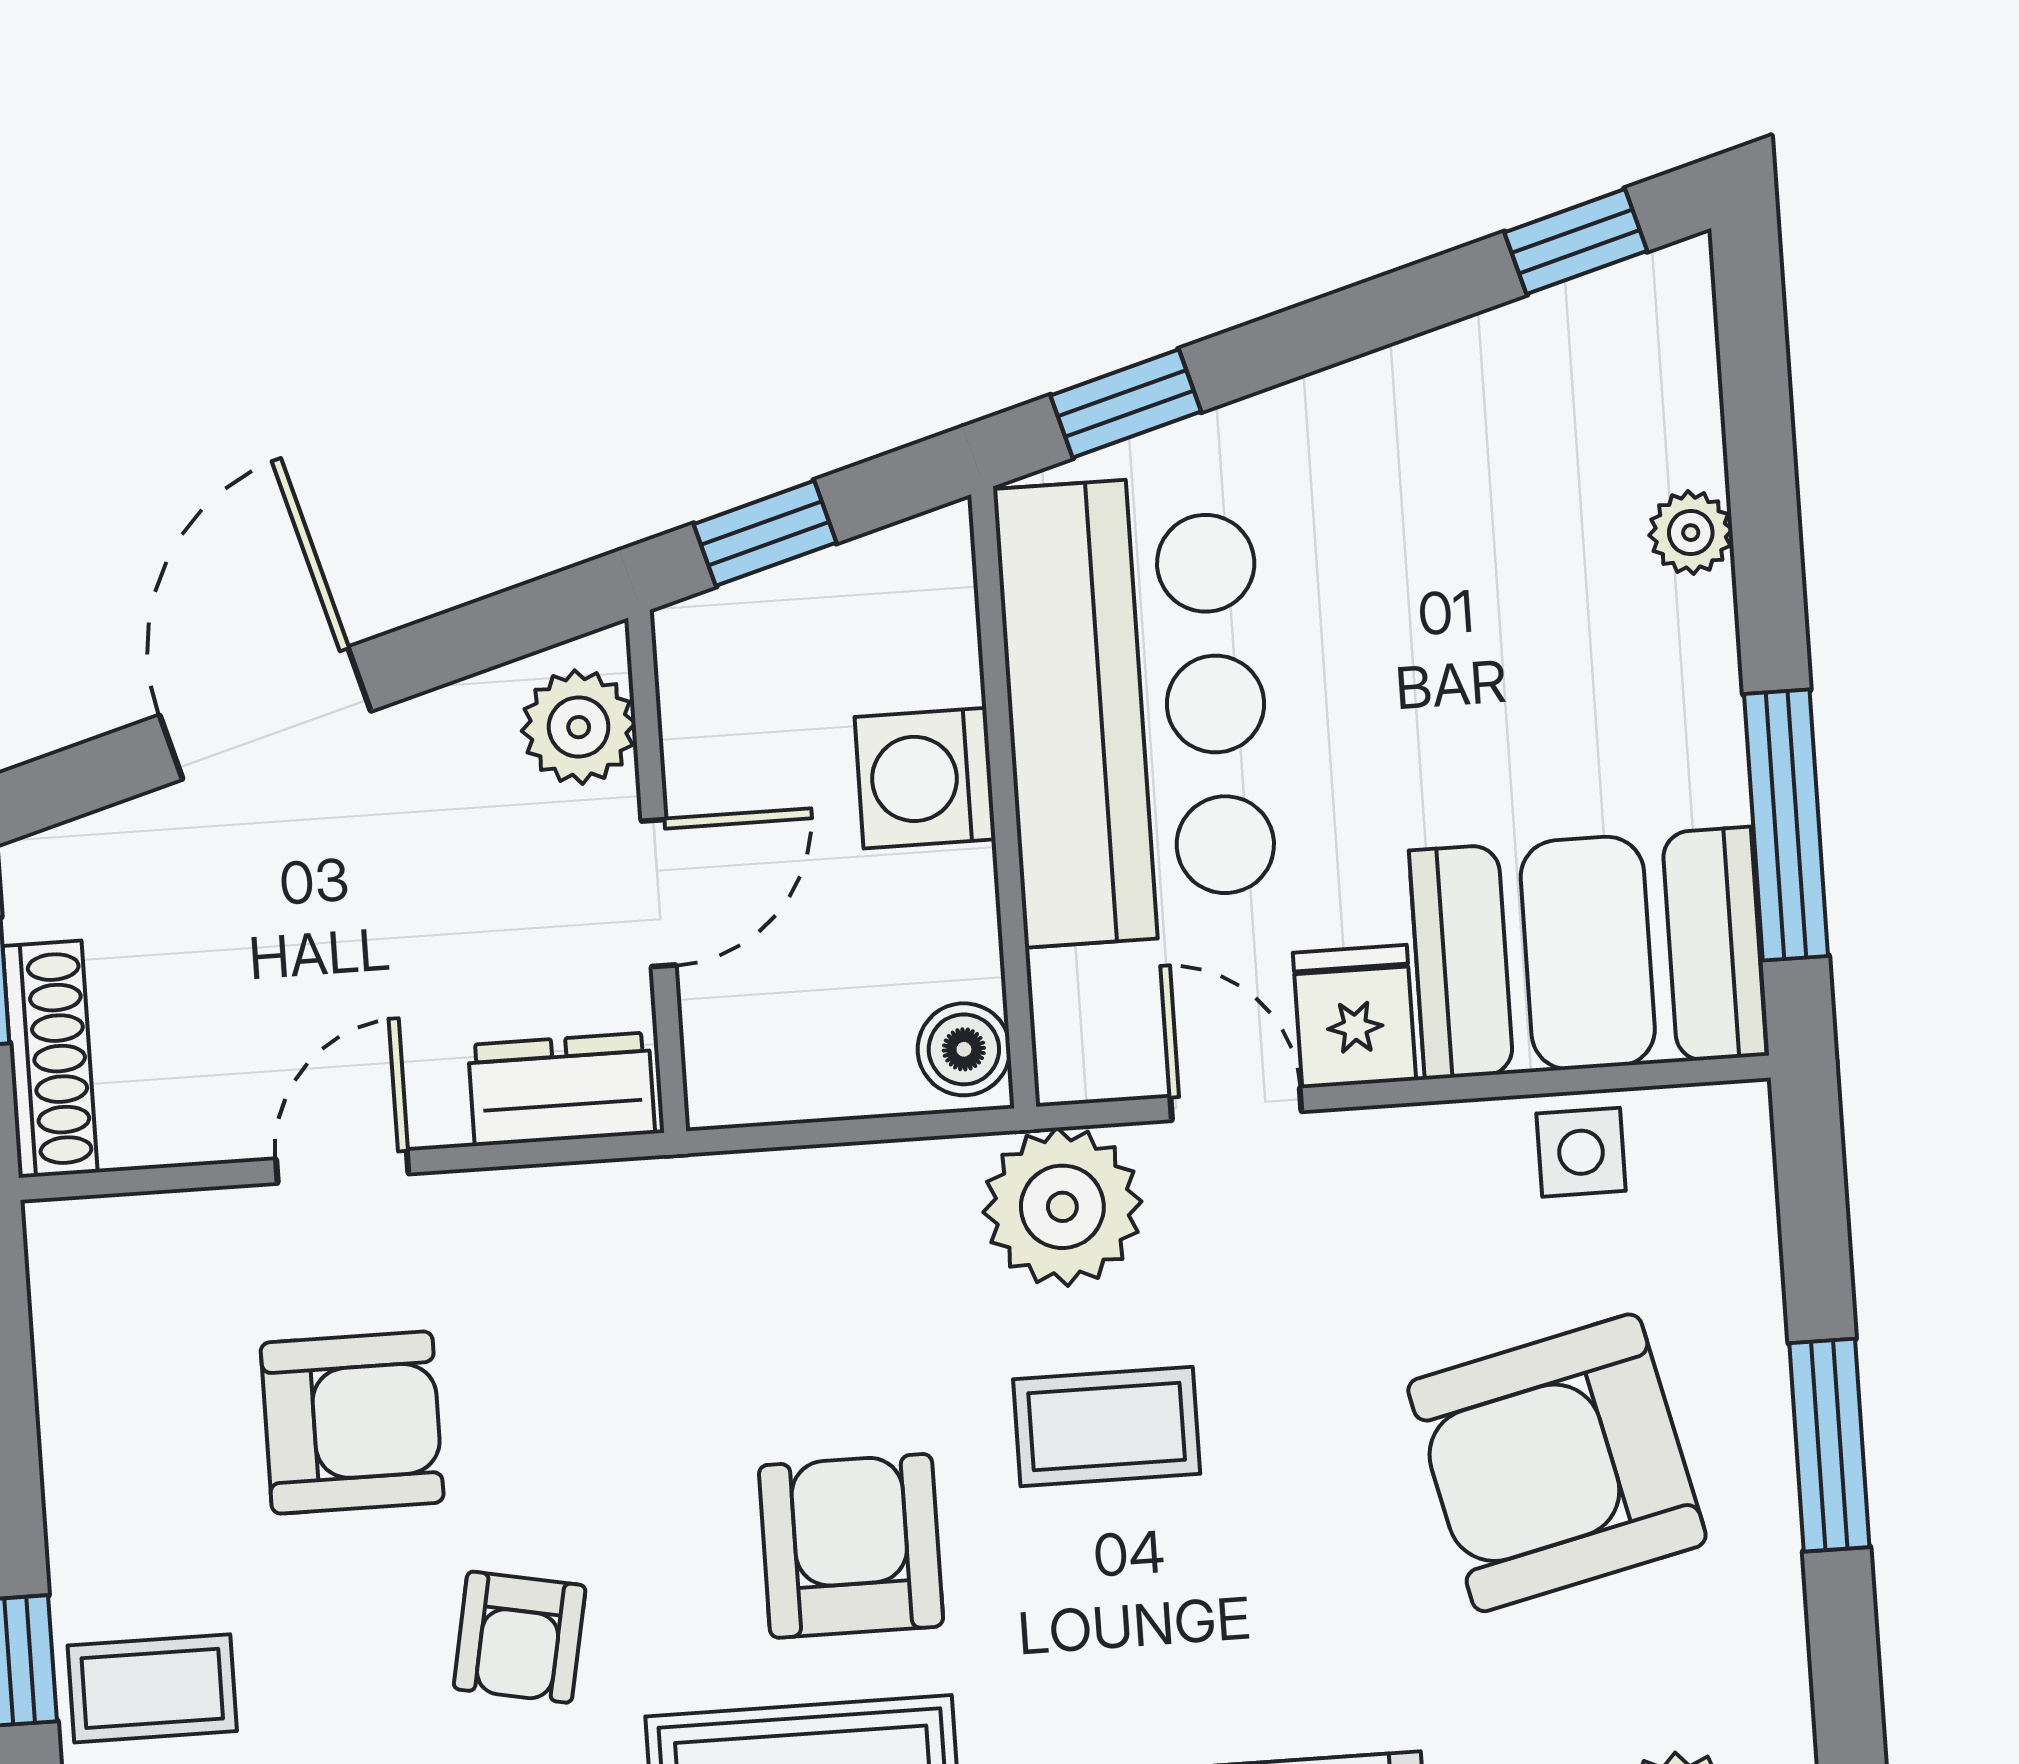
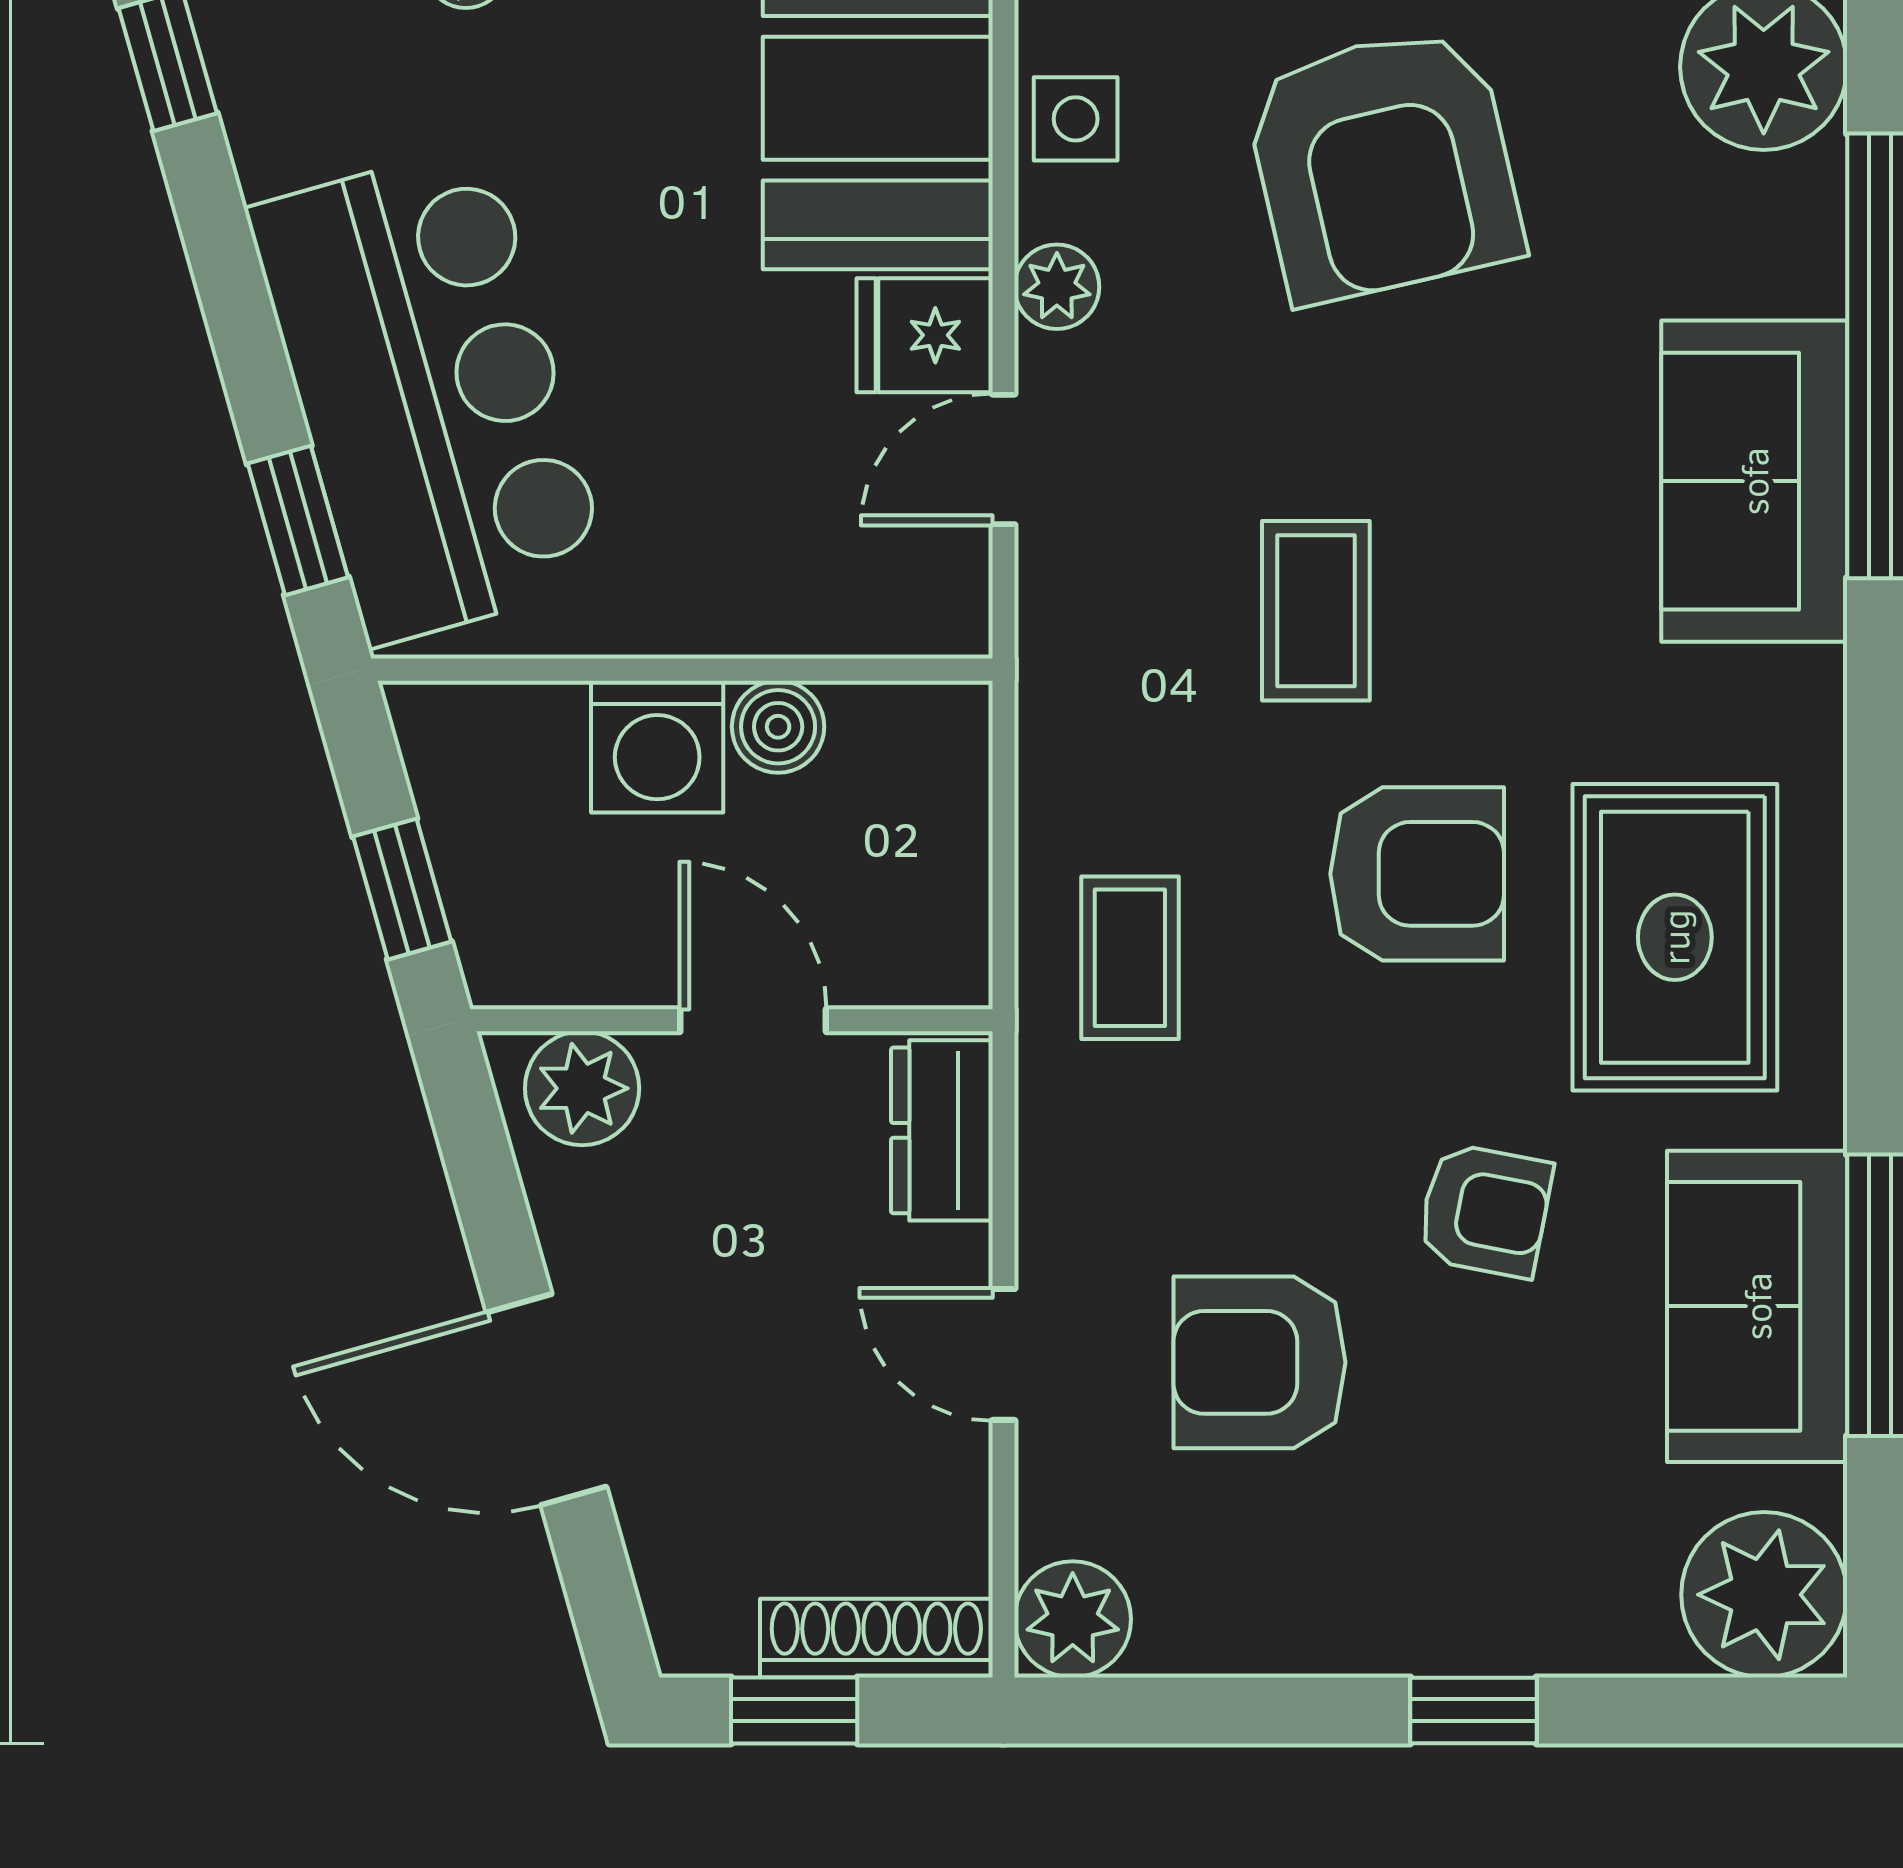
bar counter: (1136, 709) -> (429, 394), moved, turned 74
boiler: (964, 1049) -> (778, 727), moved
plant: (1062, 1207) -> (1057, 287), moved, width x0.53, depth x0.53
plant: (83, 1254) -> (1073, 1619), added
armchair: (352, 1423) -> (1259, 1362), turned -90
armchair: (851, 1546) -> (1417, 874), turned 180
coffee table: (152, 1688) -> (1130, 958), moved

